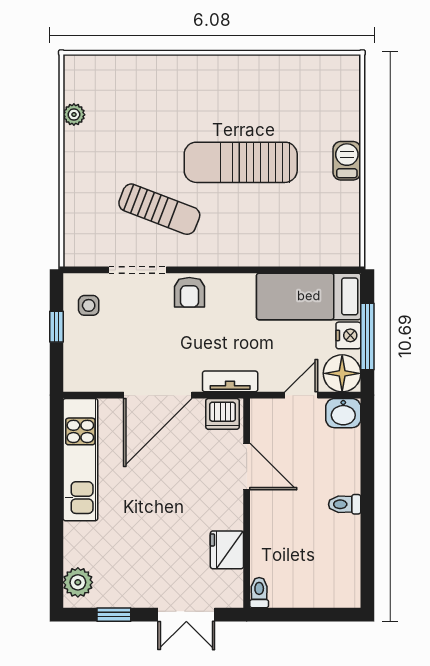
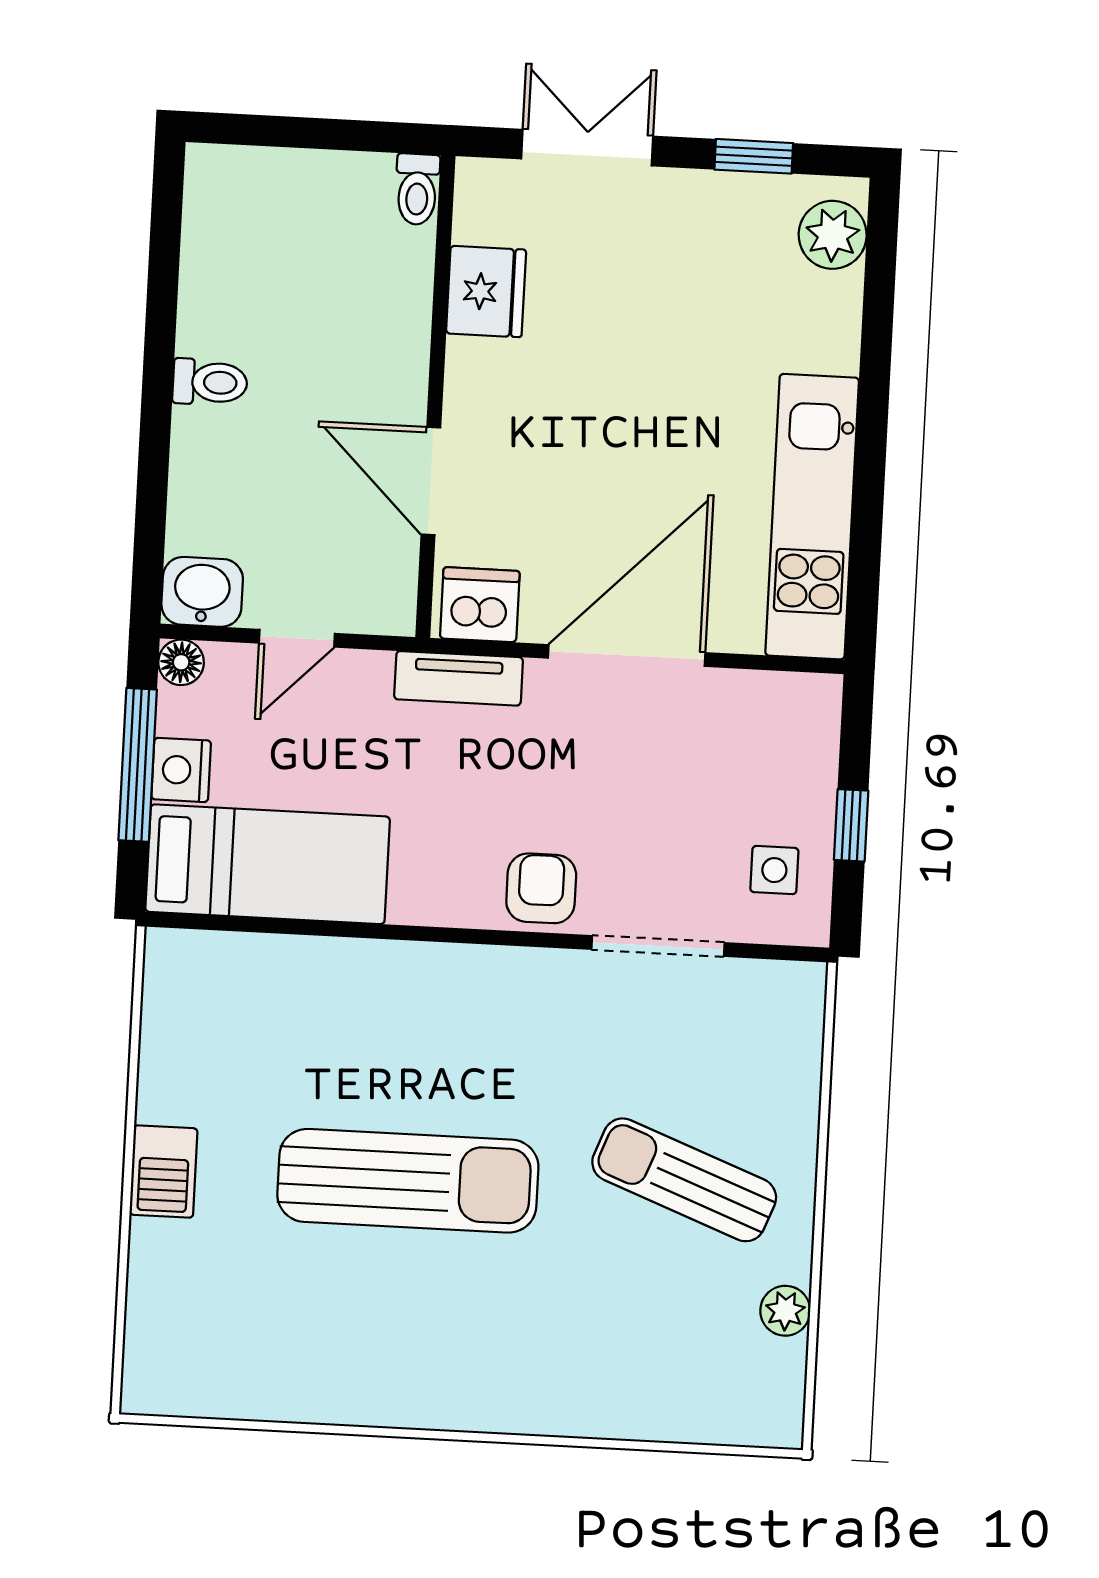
sun lounger: (159, 209) -> (684, 1180), moved
floor lamp: (342, 373) -> (181, 662), width x0.53, depth x0.53

